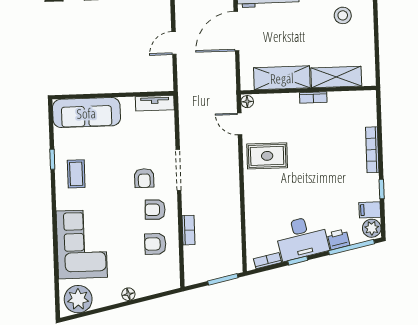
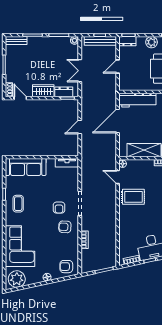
armchair: (155, 244) -> (66, 267), moved

